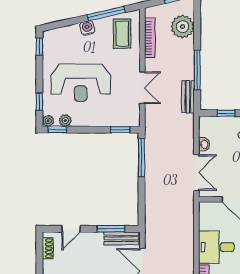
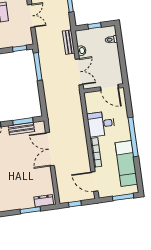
bench: (188, 97) -> (69, 42), moved
bench: (121, 238) -> (21, 129), moved

